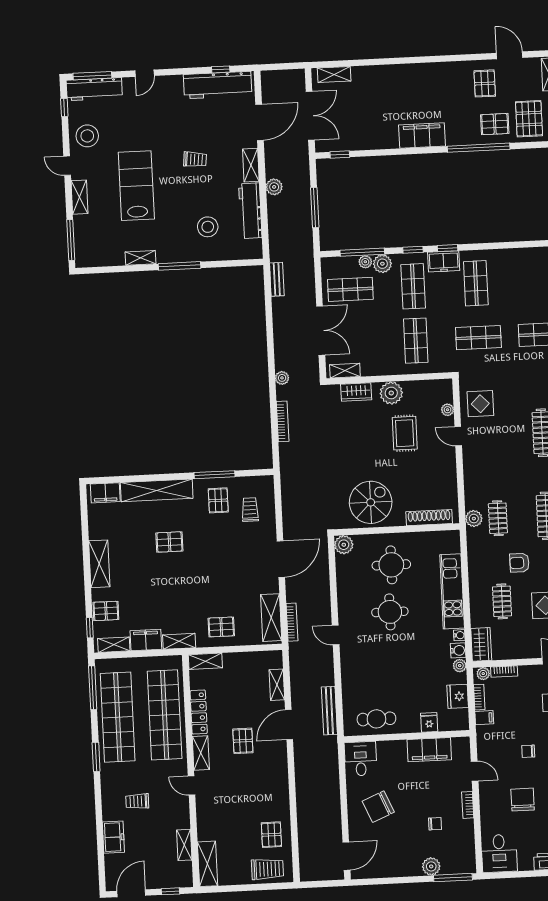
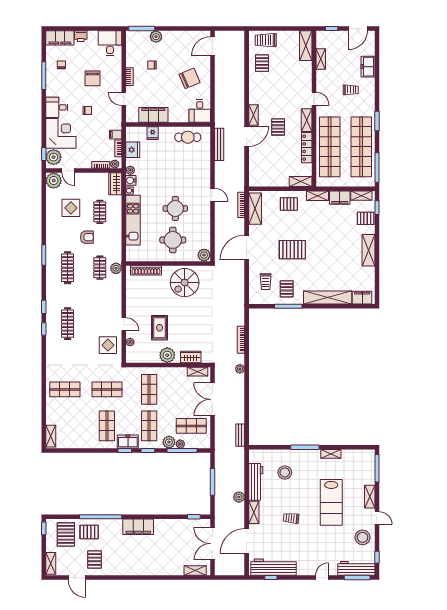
pallet: (169, 542) -> (292, 250), moved, width x1.50, depth x1.42
shelving: (277, 685) -> (253, 115), moved

